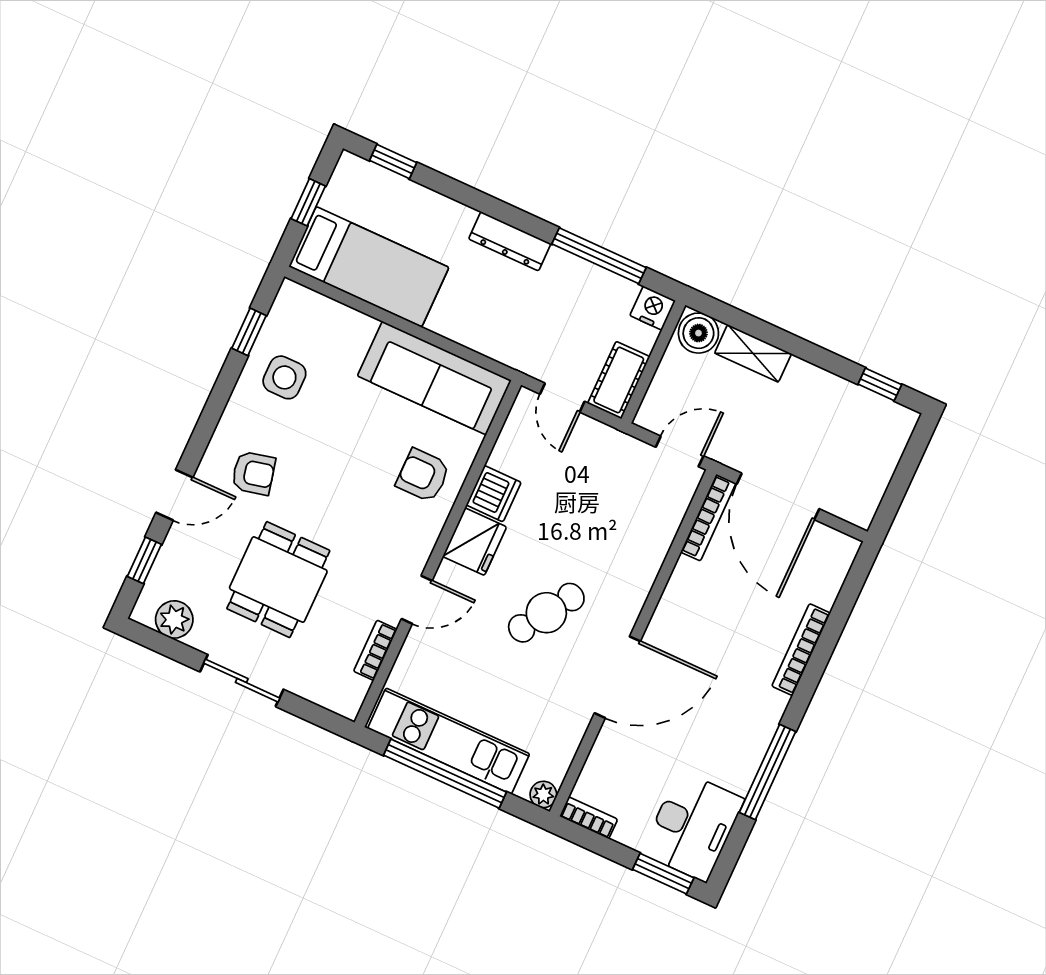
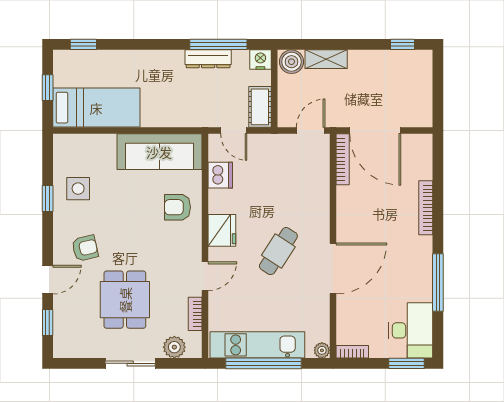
dresser: (510, 241) -> (208, 59), moved
window: (249, 332) -> (48, 199), moved
dishwasher: (494, 494) -> (220, 175), moved
plant: (174, 620) -> (174, 347), moved

